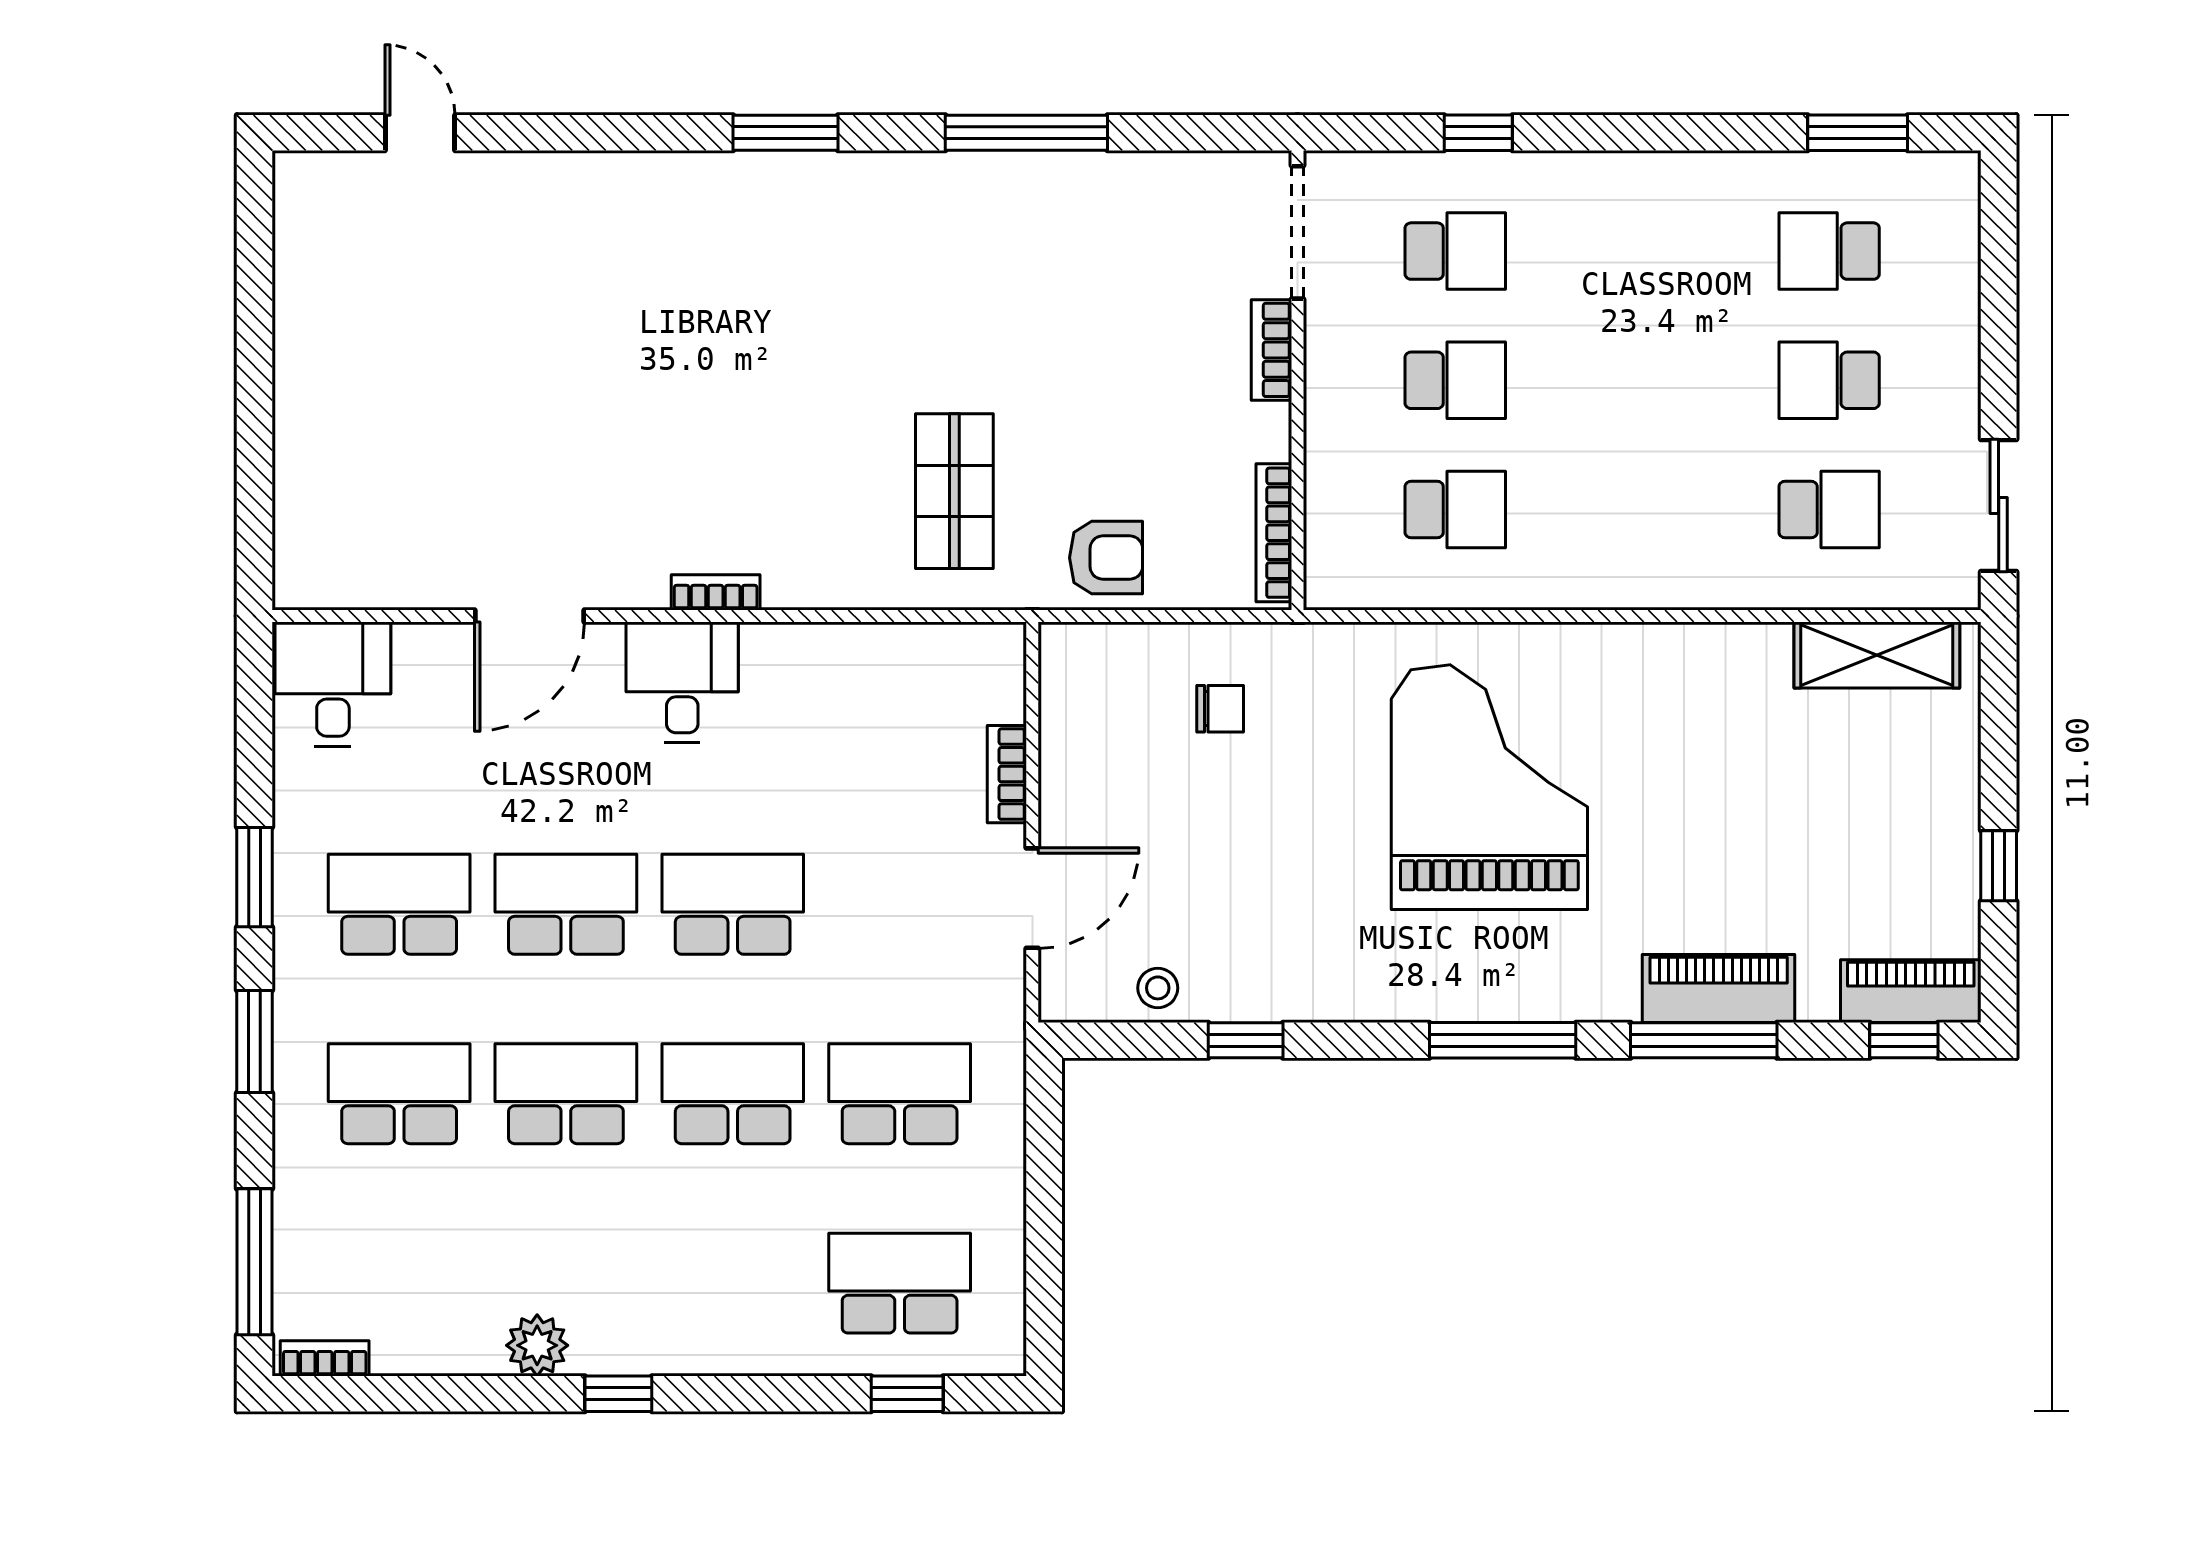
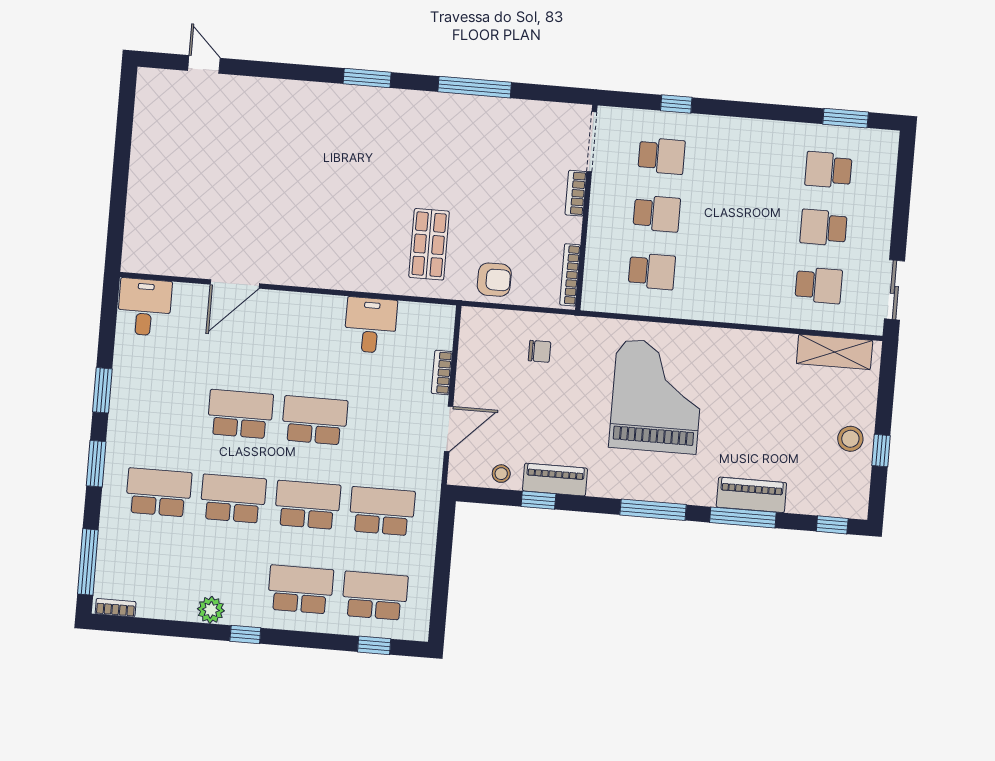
bookcase: (716, 592) -> (319, 280), removed
desk: (682, 682) -> (371, 325), moved
stool: (1928, 845) -> (850, 439), added
school desk: (399, 904) -> (300, 589), moved
piano: (1911, 991) -> (555, 480), moved

